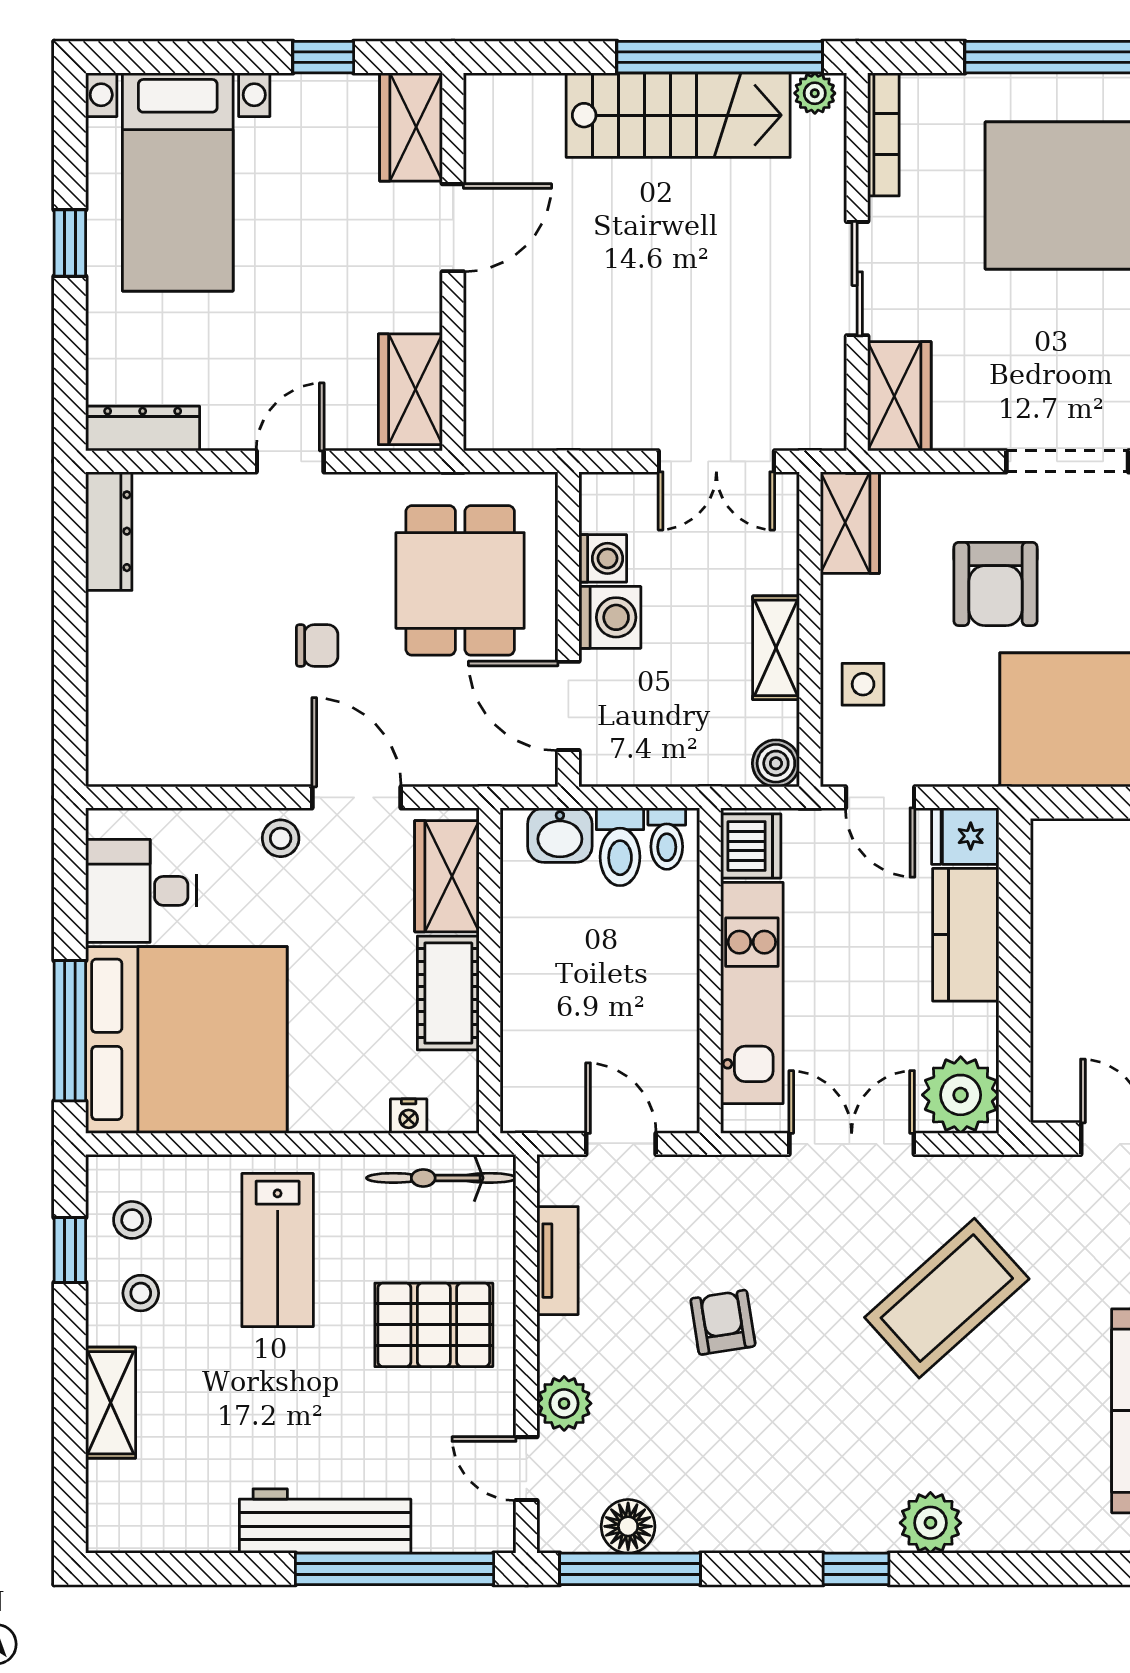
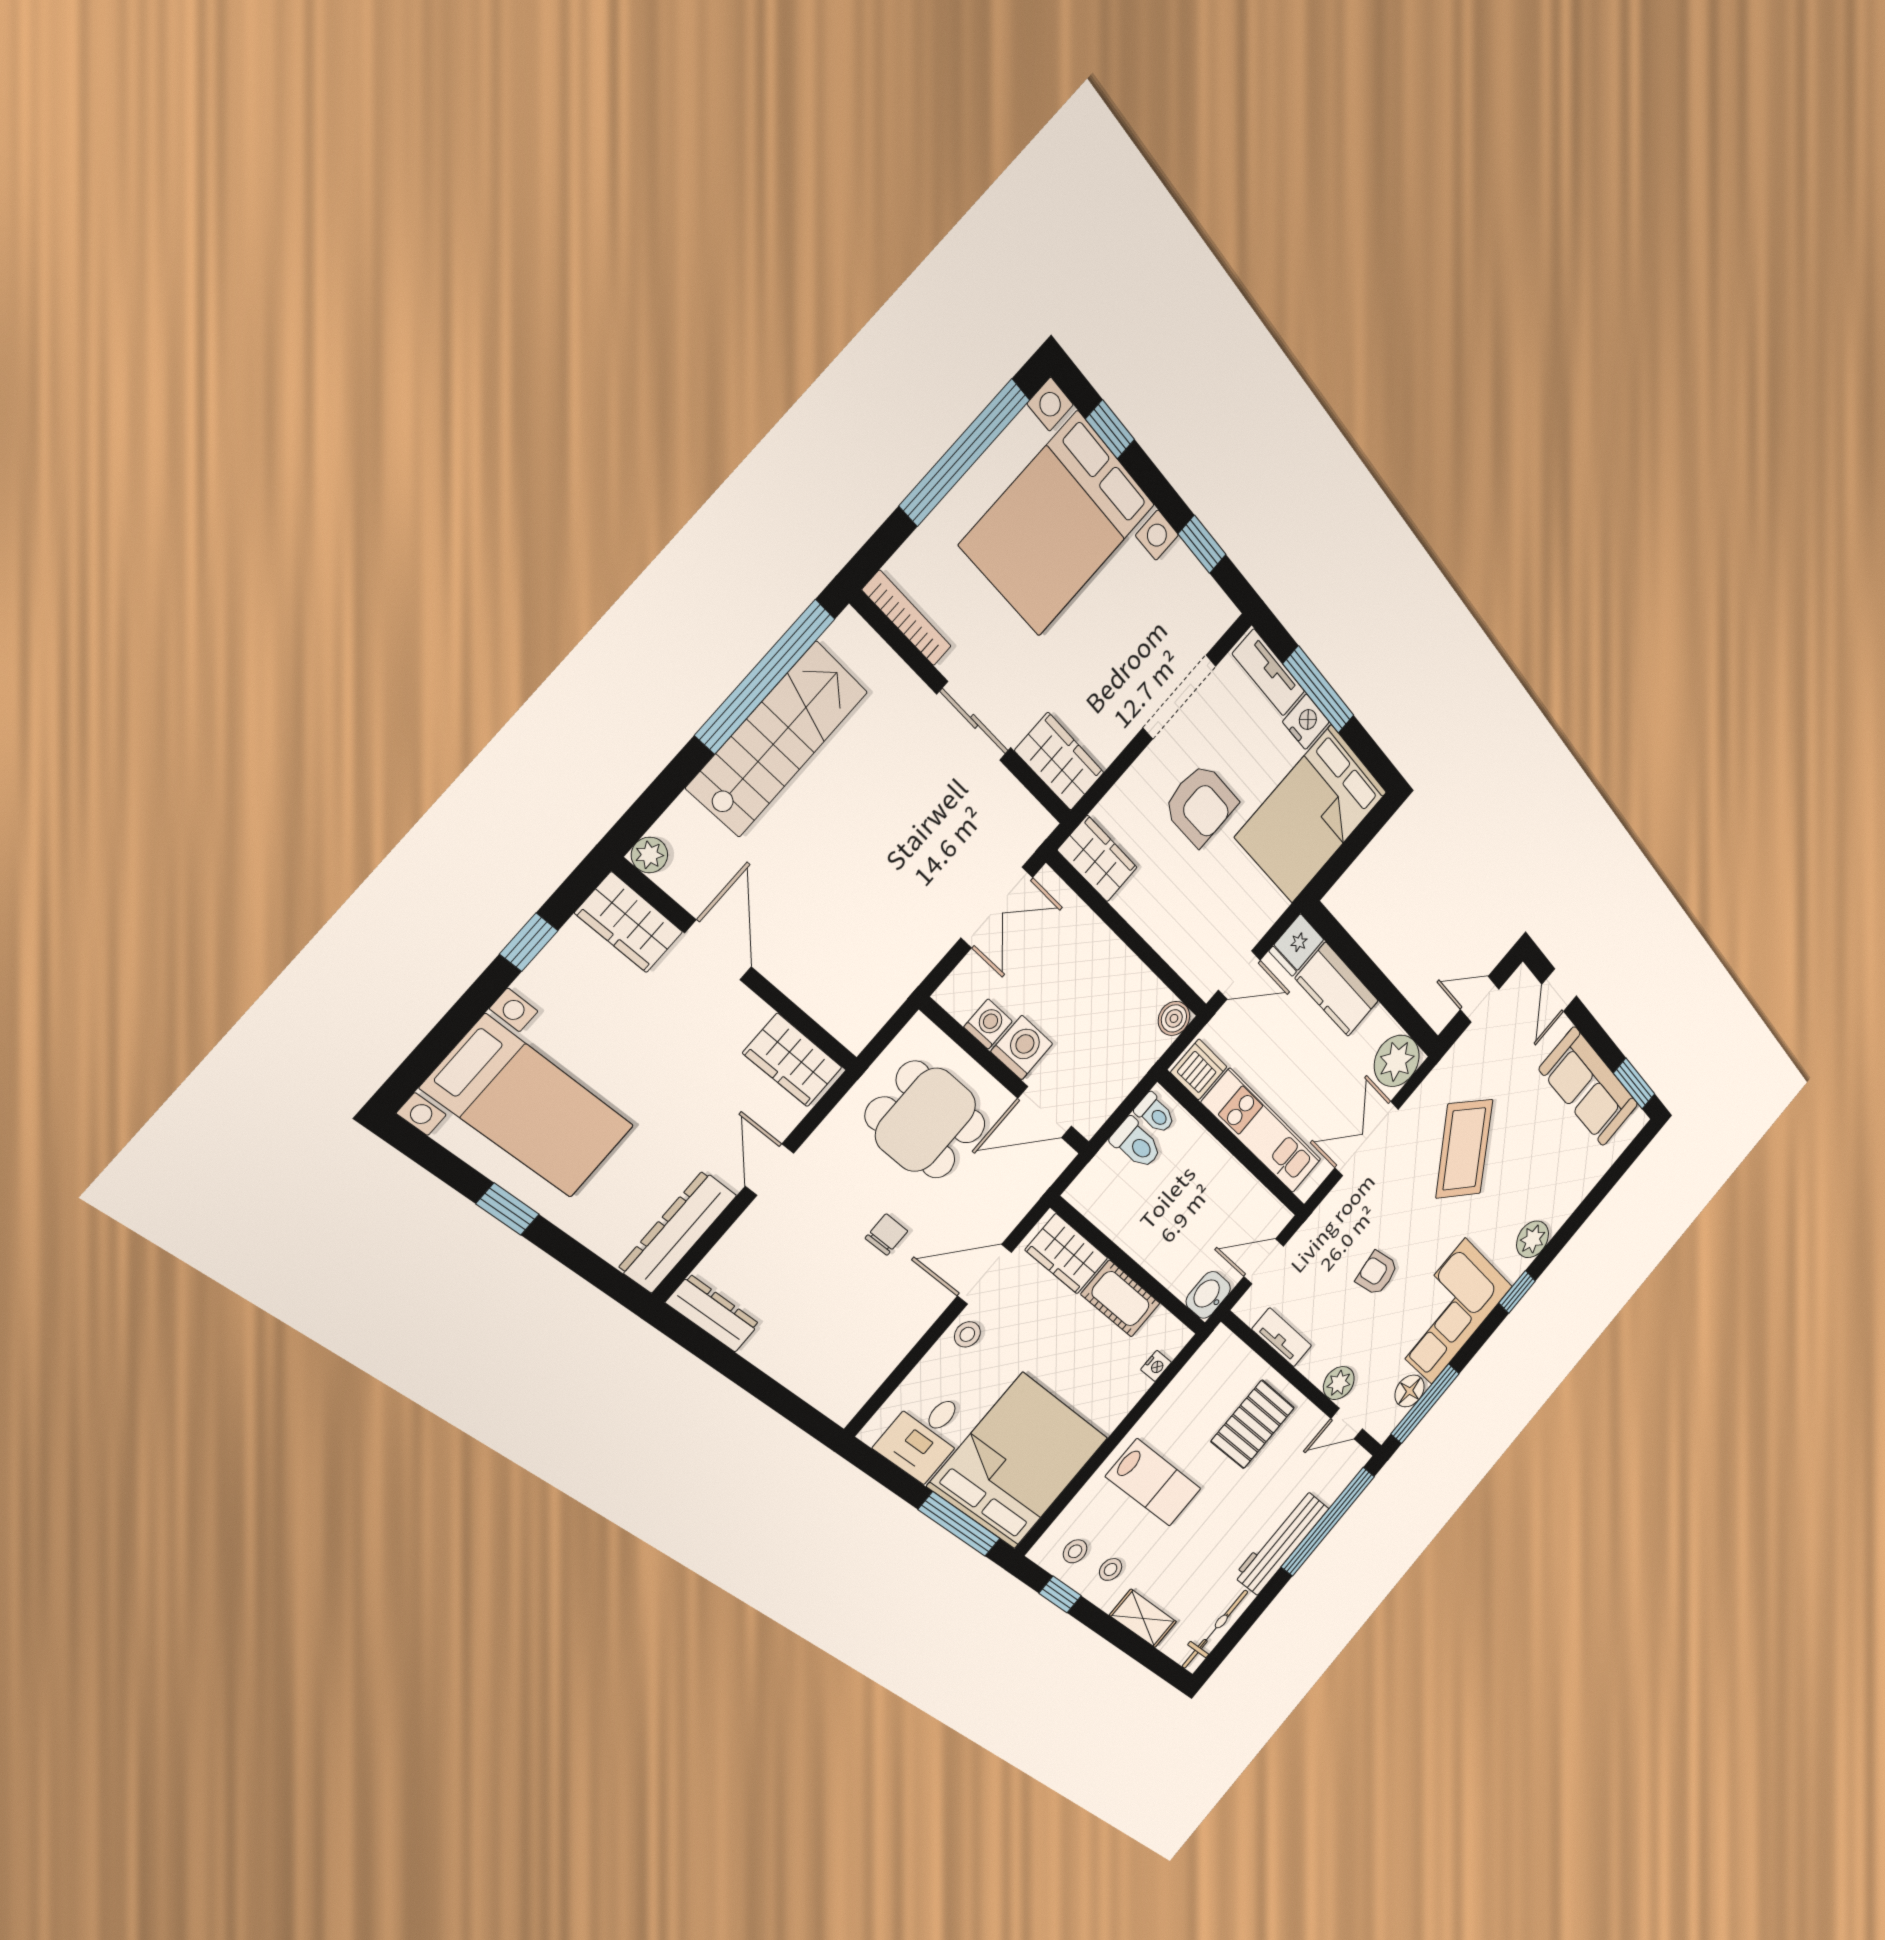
plant: (815, 93) -> (649, 855), moved
dresser: (143, 429) -> (677, 1232), width x1.37, depth x1.24
shelving: (776, 648) -> (1121, 964), removed
side table: (863, 684) -> (1181, 932), removed
washbasin: (560, 835) -> (1208, 1295), moved, turned 180
bicycle: (441, 1178) -> (1215, 1629), moved, turned 180
corner sofa: (758, 1483) -> (1448, 1312), added

